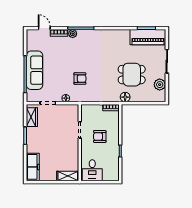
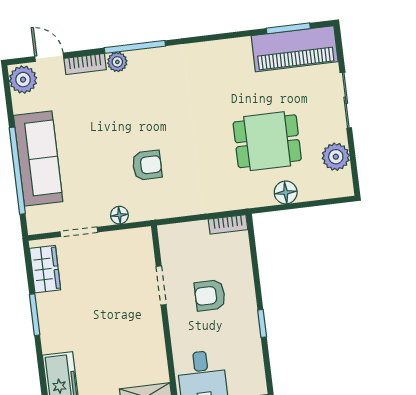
plant: (32, 36) -> (23, 80), added
floor lamp: (125, 97) -> (286, 192), moved

